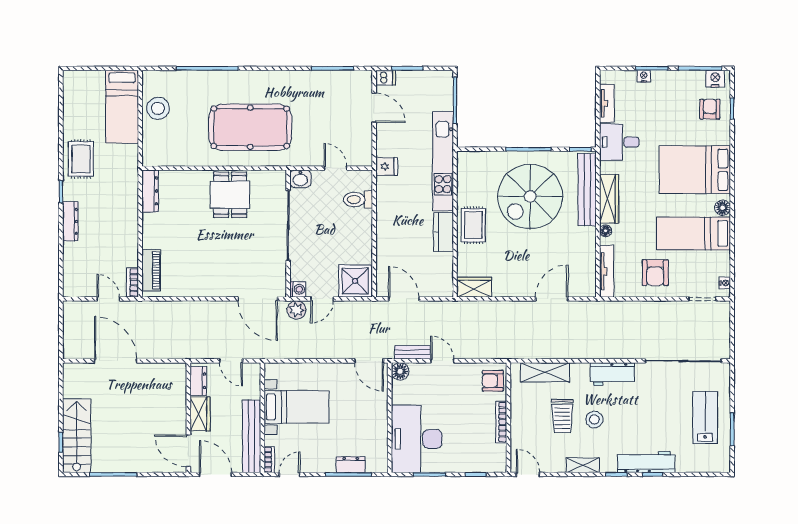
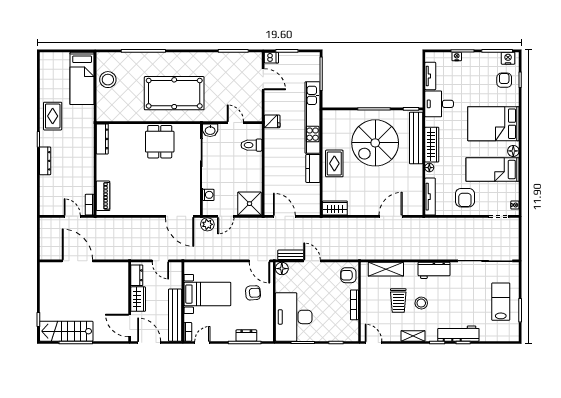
washing machine: (298, 289) -> (208, 195), moved
armchair: (360, 405) -> (253, 293), added
stairs: (77, 436) -> (66, 331), moved, turned -90

